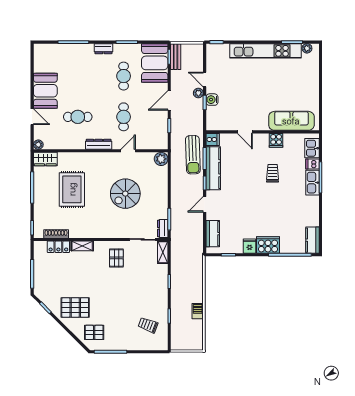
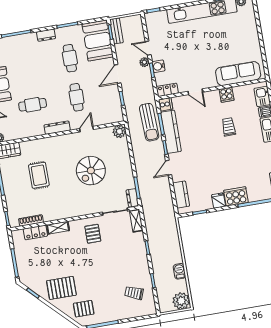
locker: (217, 125) -> (167, 90), added
rug: (72, 189) -> (39, 175), width x0.73, depth x0.70
plant: (194, 341) -> (181, 301), added

